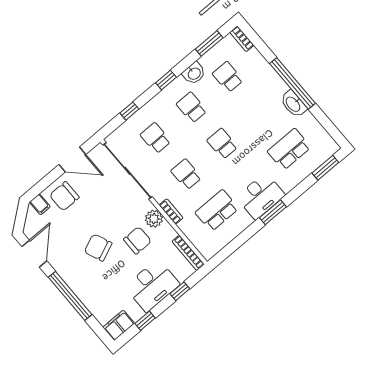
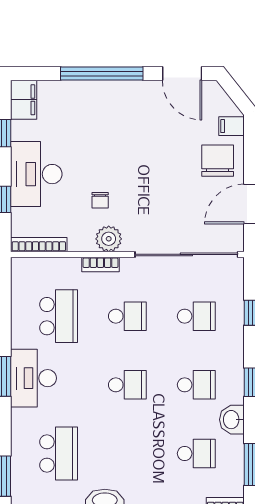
chair: (137, 240) -> (100, 200), width x0.54, depth x0.54
chair: (98, 248) -> (129, 150), removed

